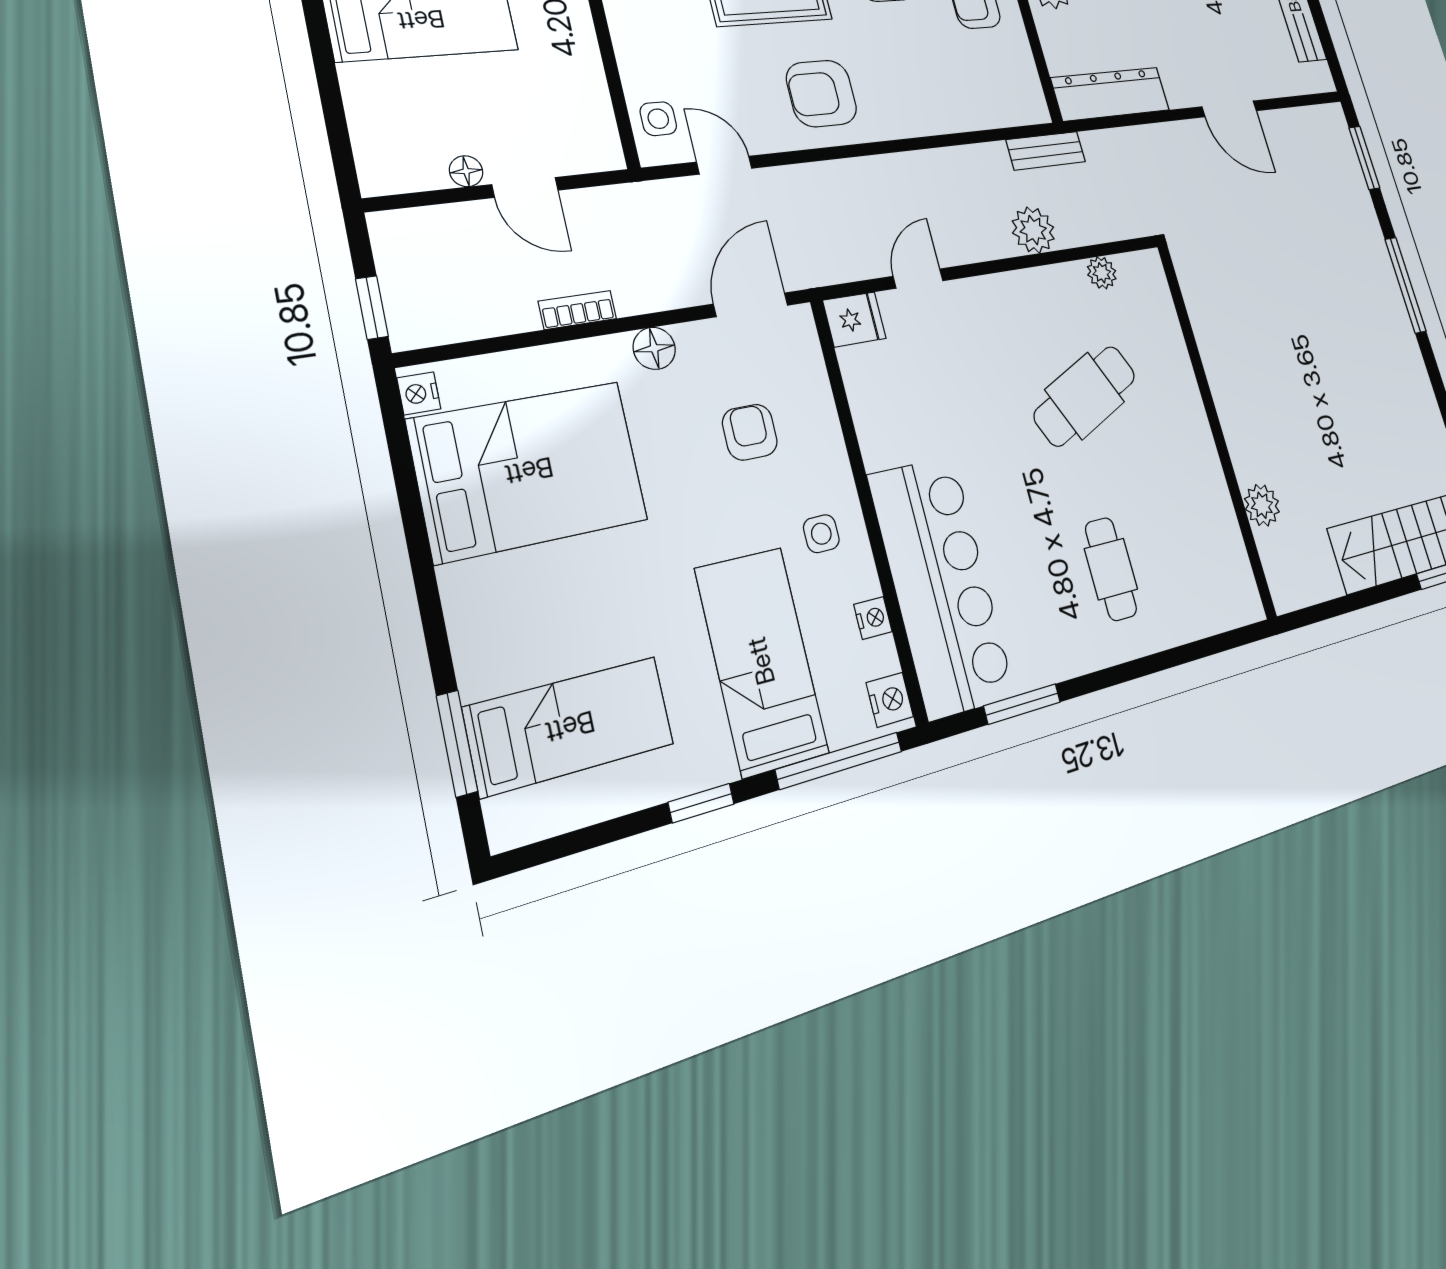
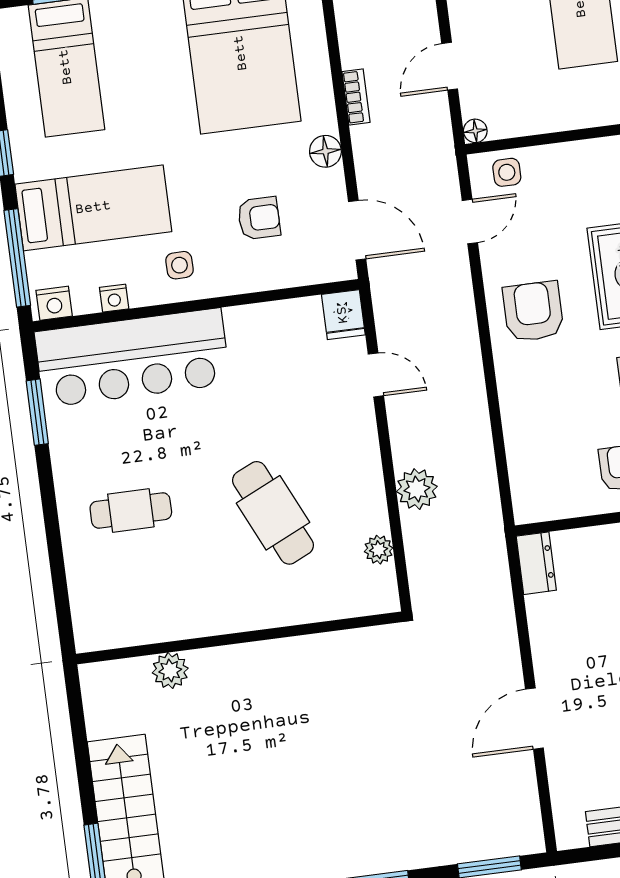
dresser: (1110, 94) -> (536, 563), width x0.51, depth x0.80
bench: (1046, 151) -> (488, 514), removed
floor lamp: (466, 171) -> (475, 131), moved

